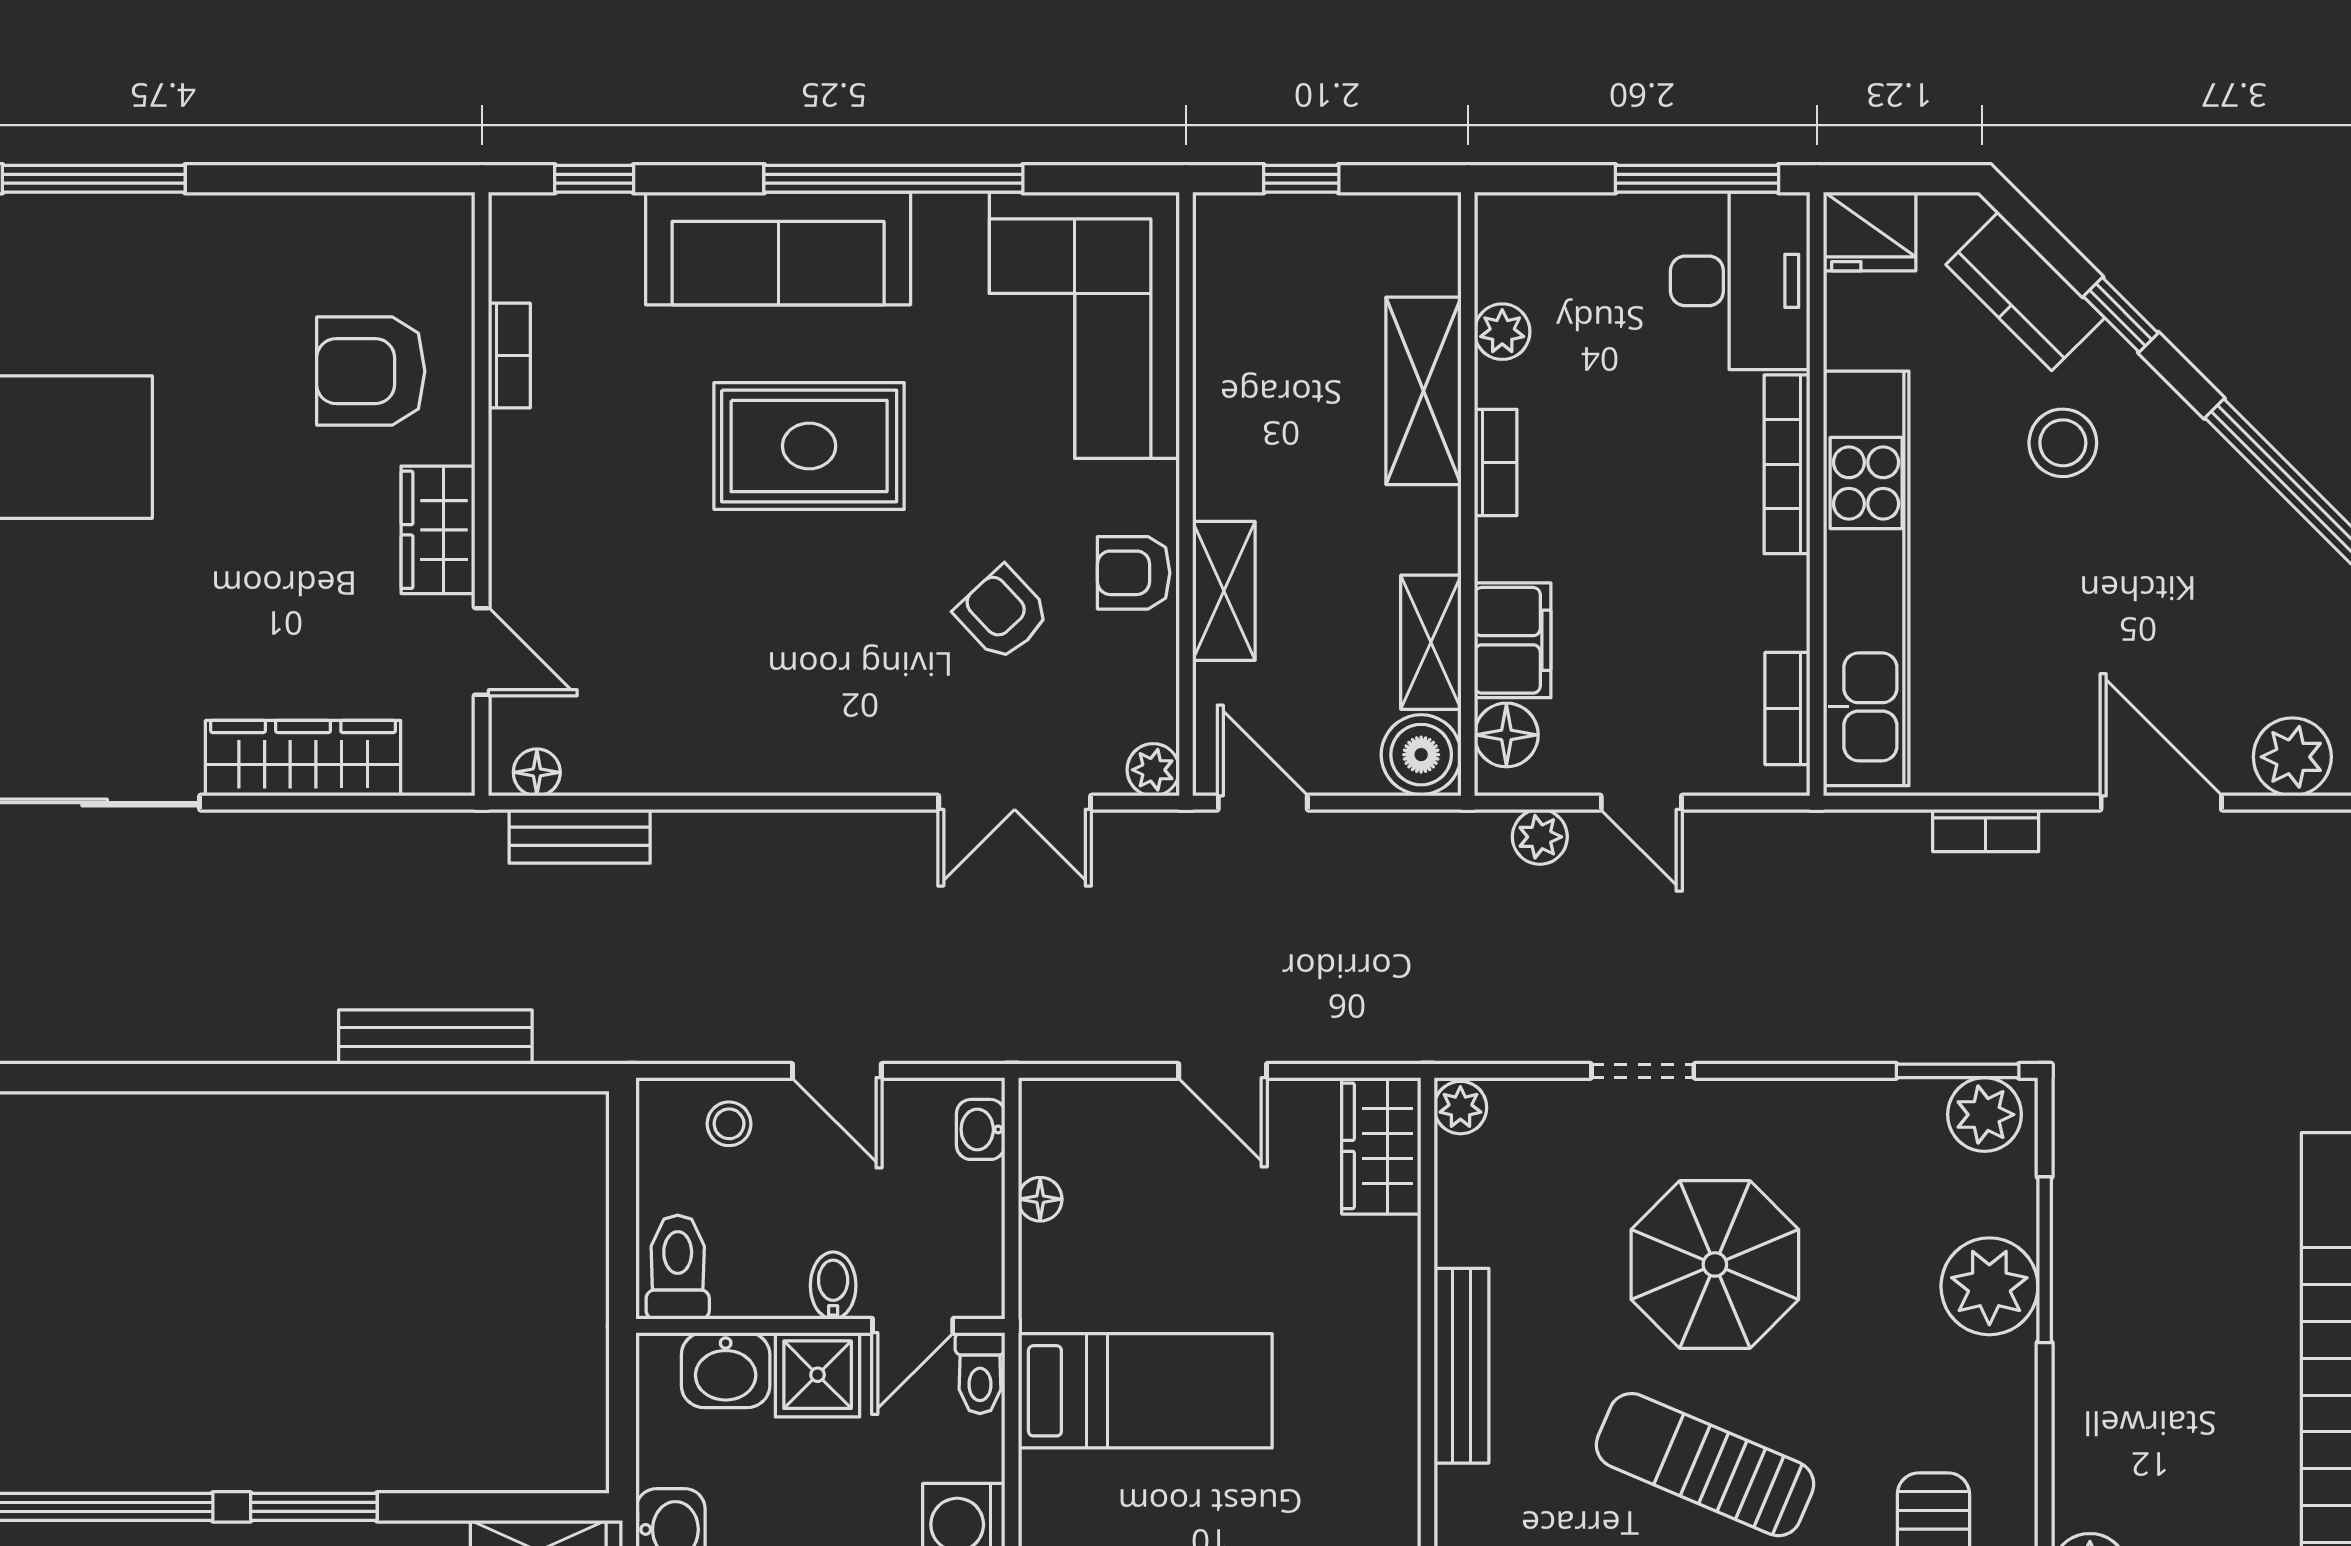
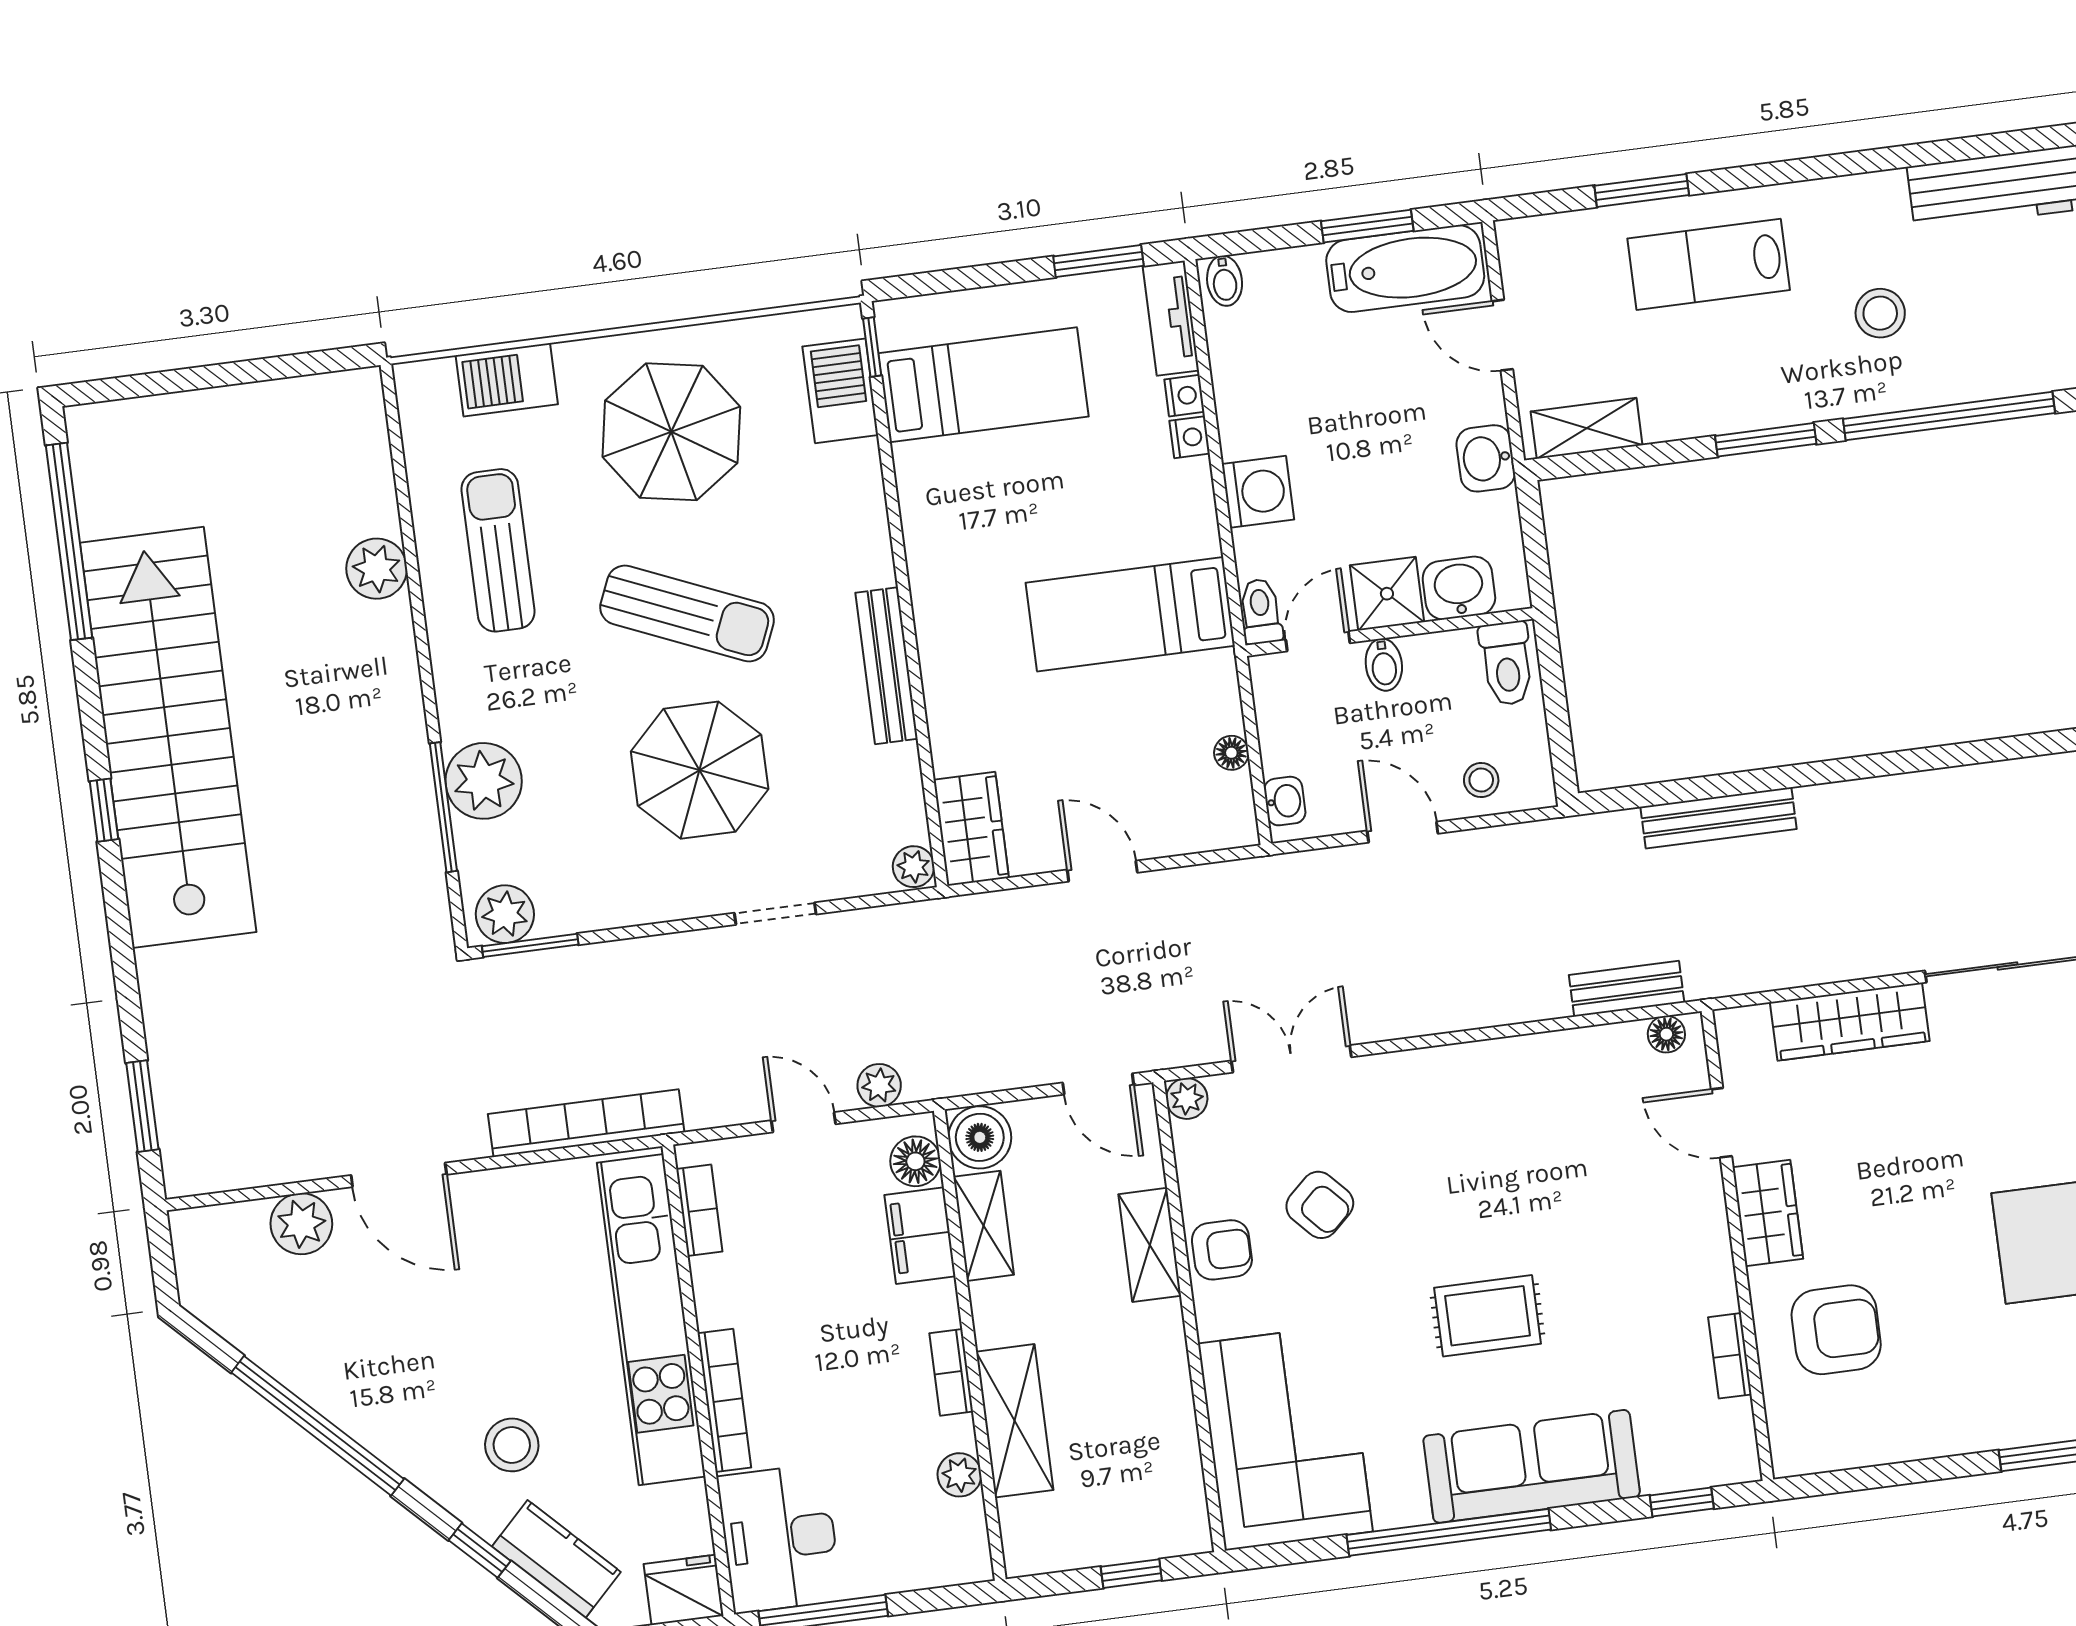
rug: (809, 446) -> (1487, 1316), width x0.73, depth x0.70
bookcase: (1986, 830) -> (586, 1123), width x2.31, depth x1.31

